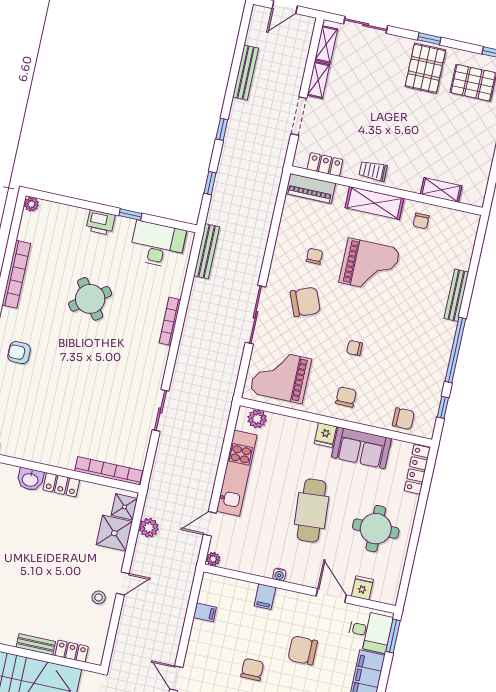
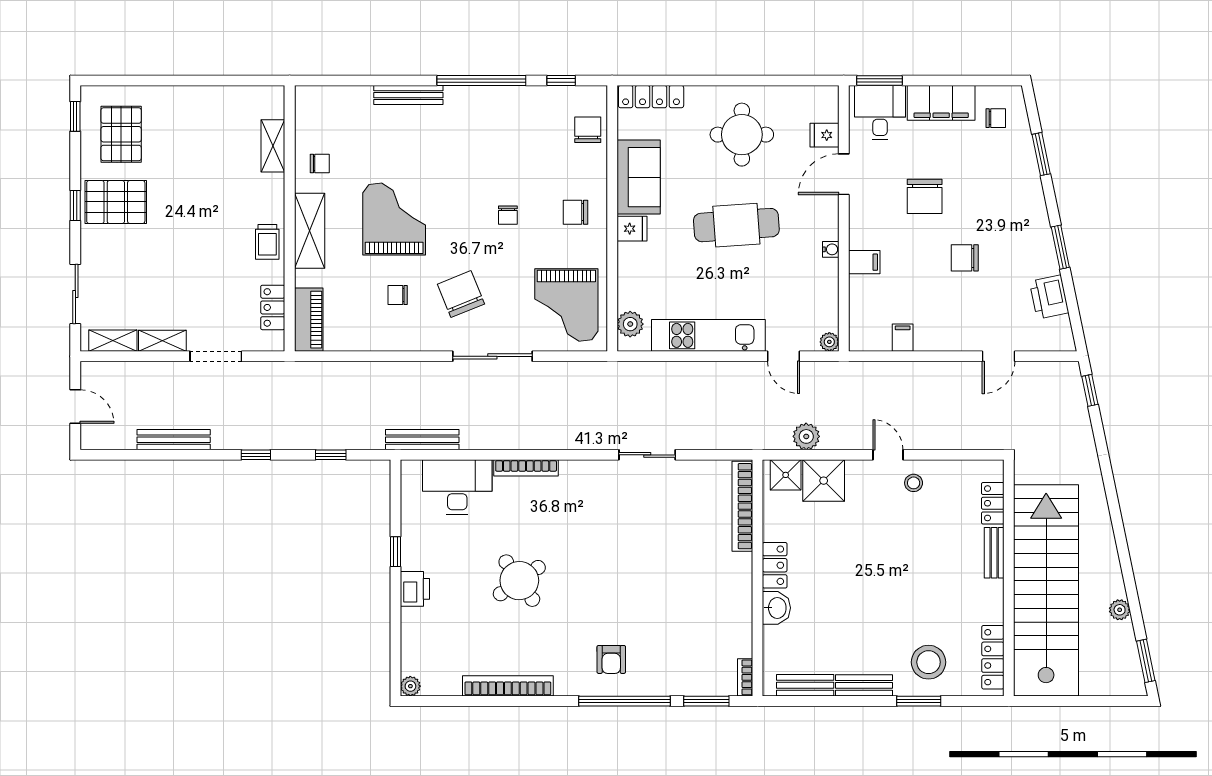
desk: (158, 245) -> (457, 487), moved, turned 90

